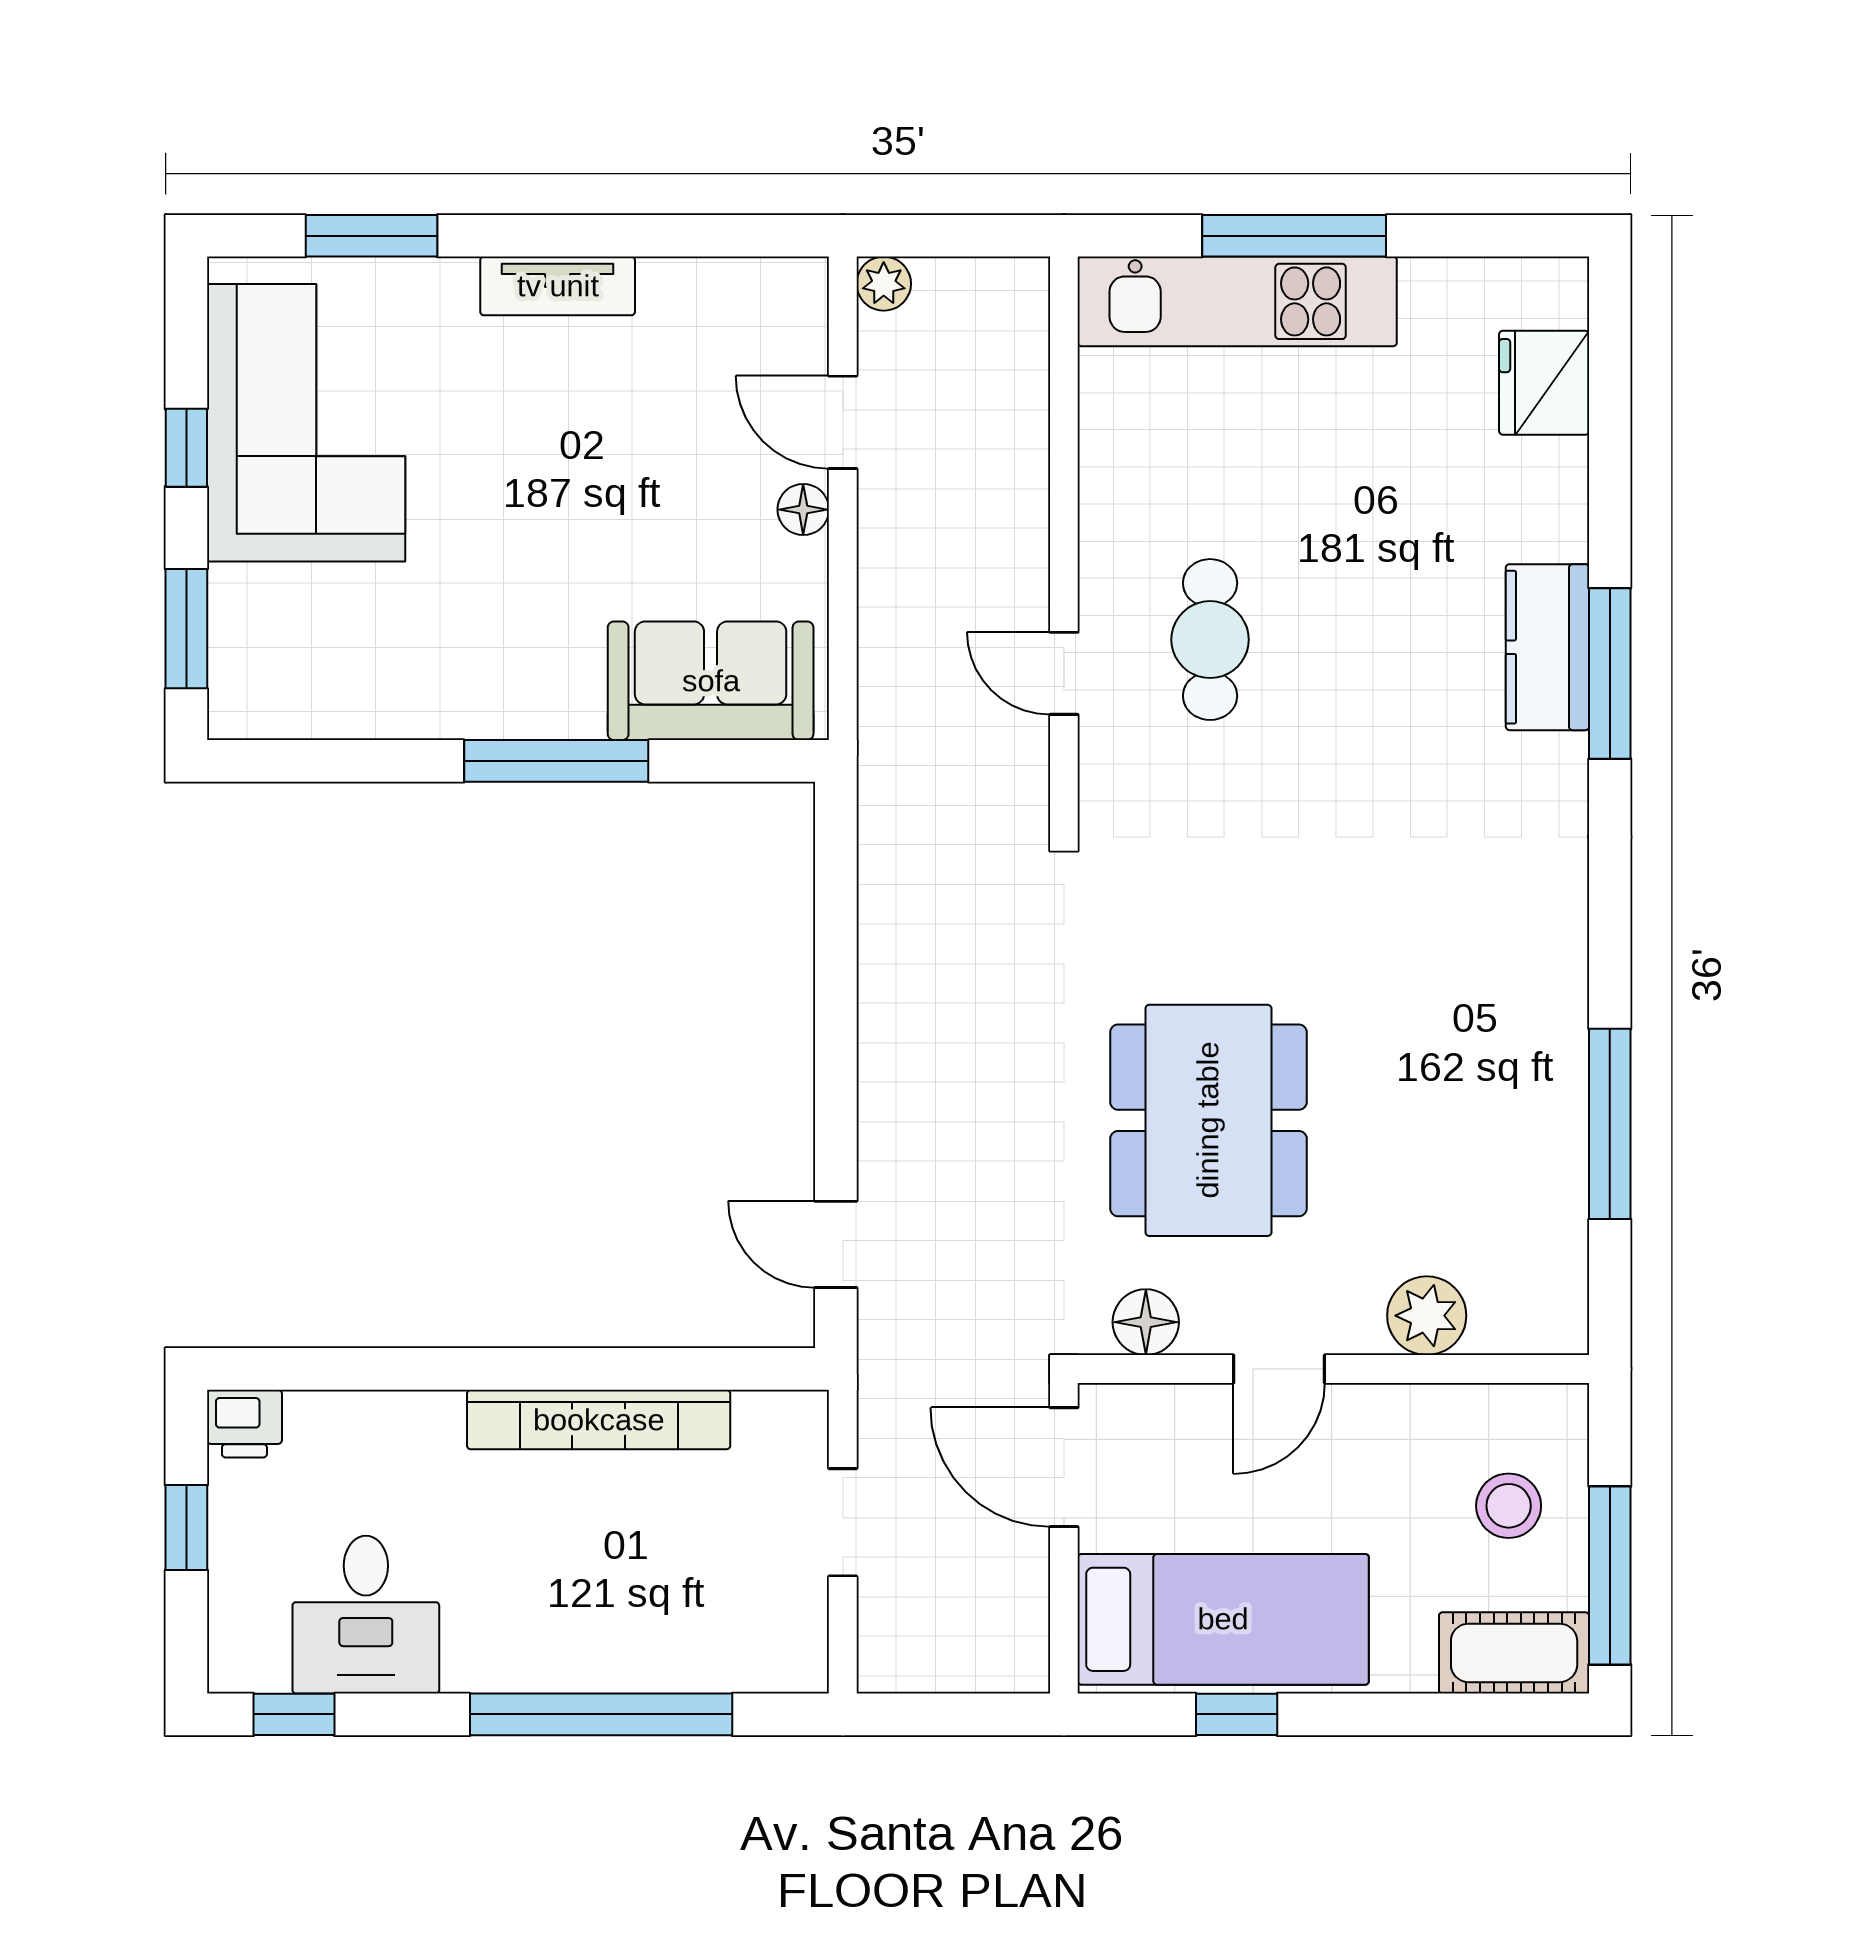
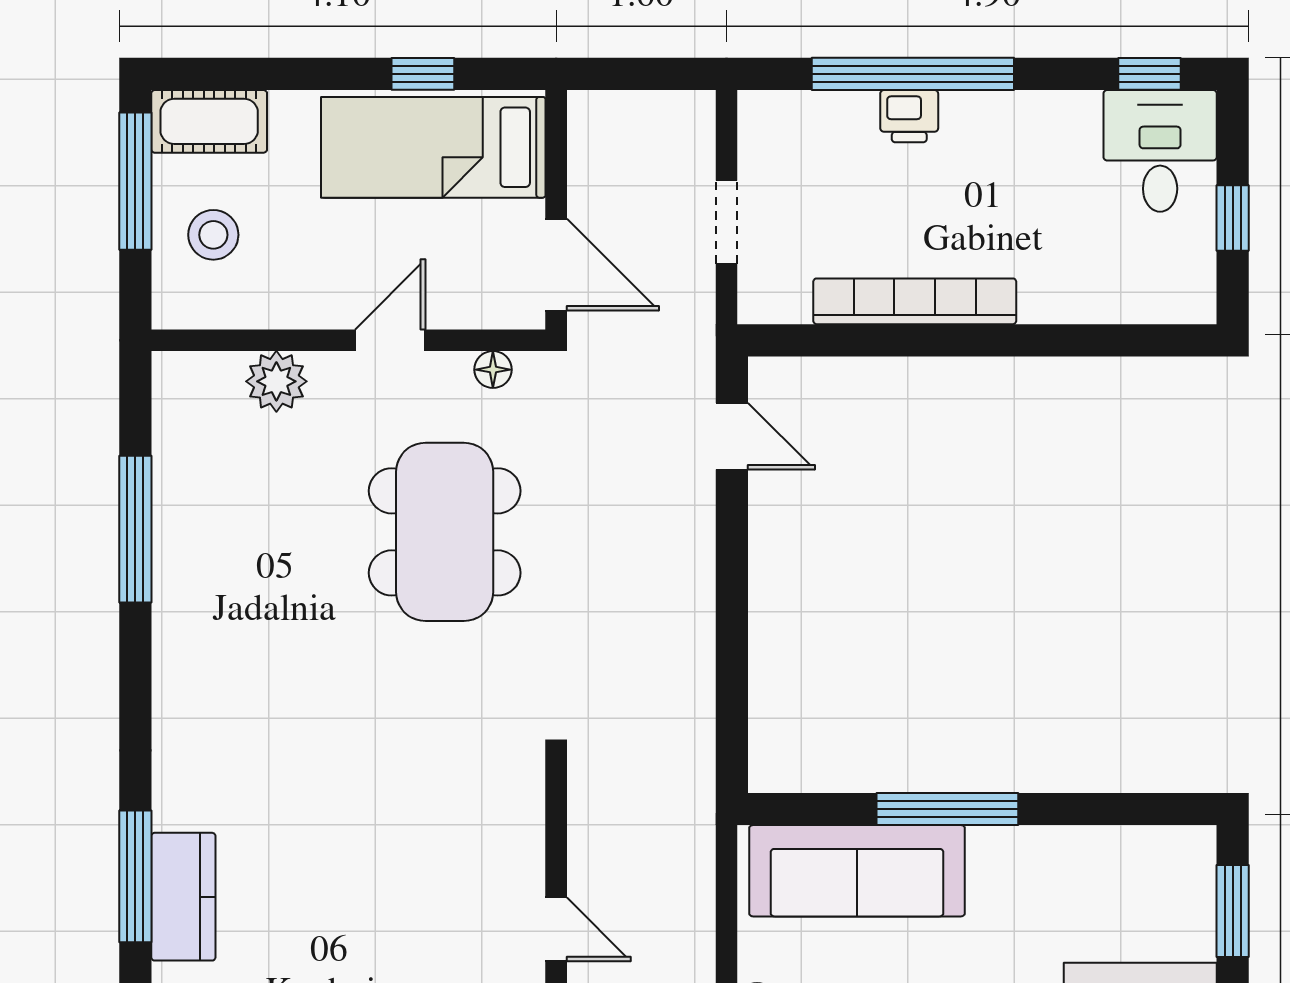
cafe table: (1210, 640) -> (443, 903), removed
door: (1064, 673) -> (556, 929), moved
sofa: (711, 681) -> (857, 871), width x1.36
floor lamp: (1146, 1322) -> (493, 370), width x0.73, depth x0.73
printer: (244, 1424) -> (909, 116), moved, turned 180
desk: (366, 1615) -> (1160, 151), moved

